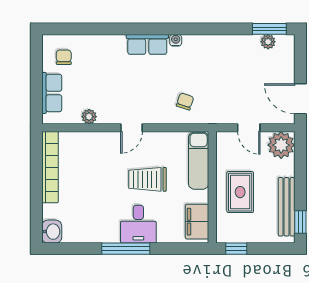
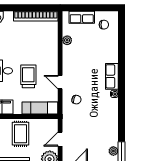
door: (131, 128) -> (60, 82), moved
rug: (240, 192) -> (20, 134), turned 90

